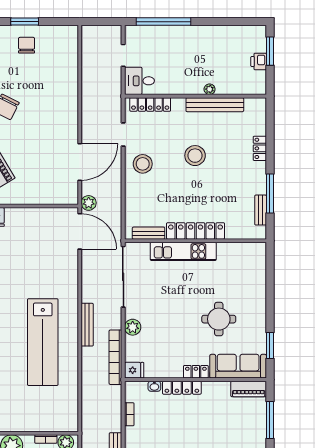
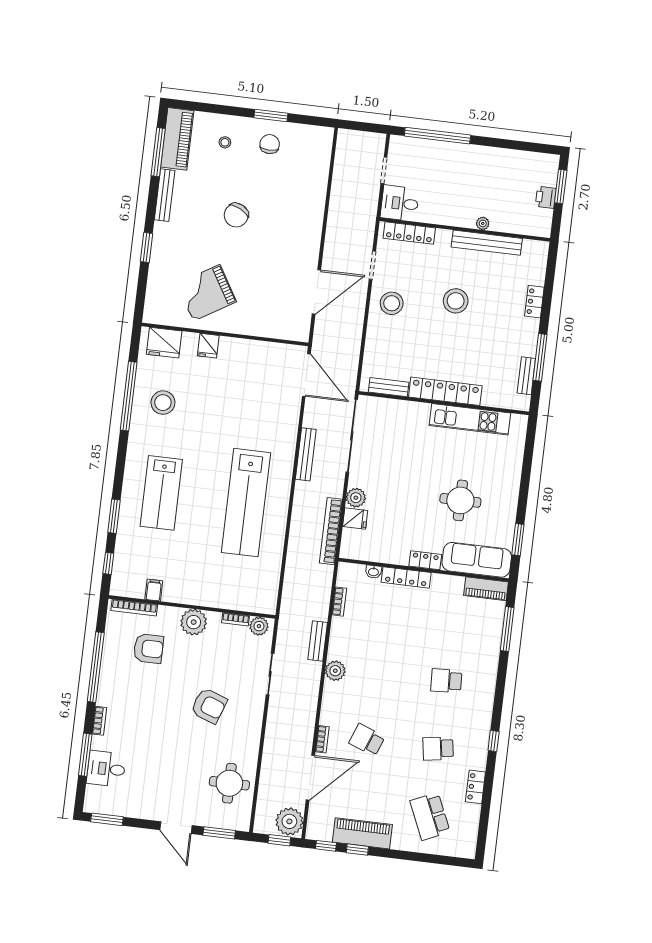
plant: (89, 203) -> (321, 342), removed
kitchen unit: (183, 251) -> (470, 419), moved
bench: (87, 325) -> (306, 454), moved
fridge: (134, 370) -> (355, 519), moved

